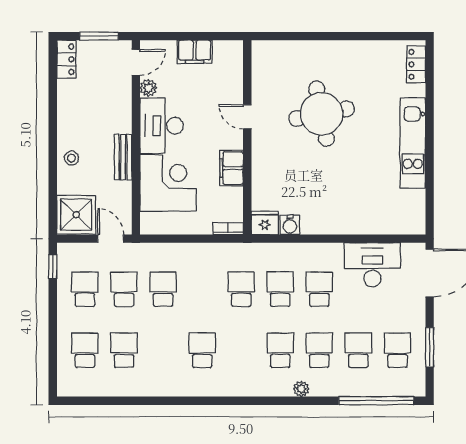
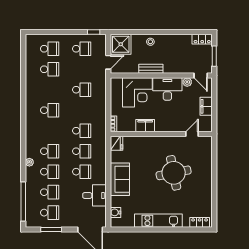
door: (247, 117) -> (192, 134), moved
sofa: (334, 216) -> (120, 179), added
water cooler: (290, 225) -> (115, 212), moved
desk: (372, 265) -> (94, 195), width x0.73
school desk: (124, 289) -> (82, 69), removed

